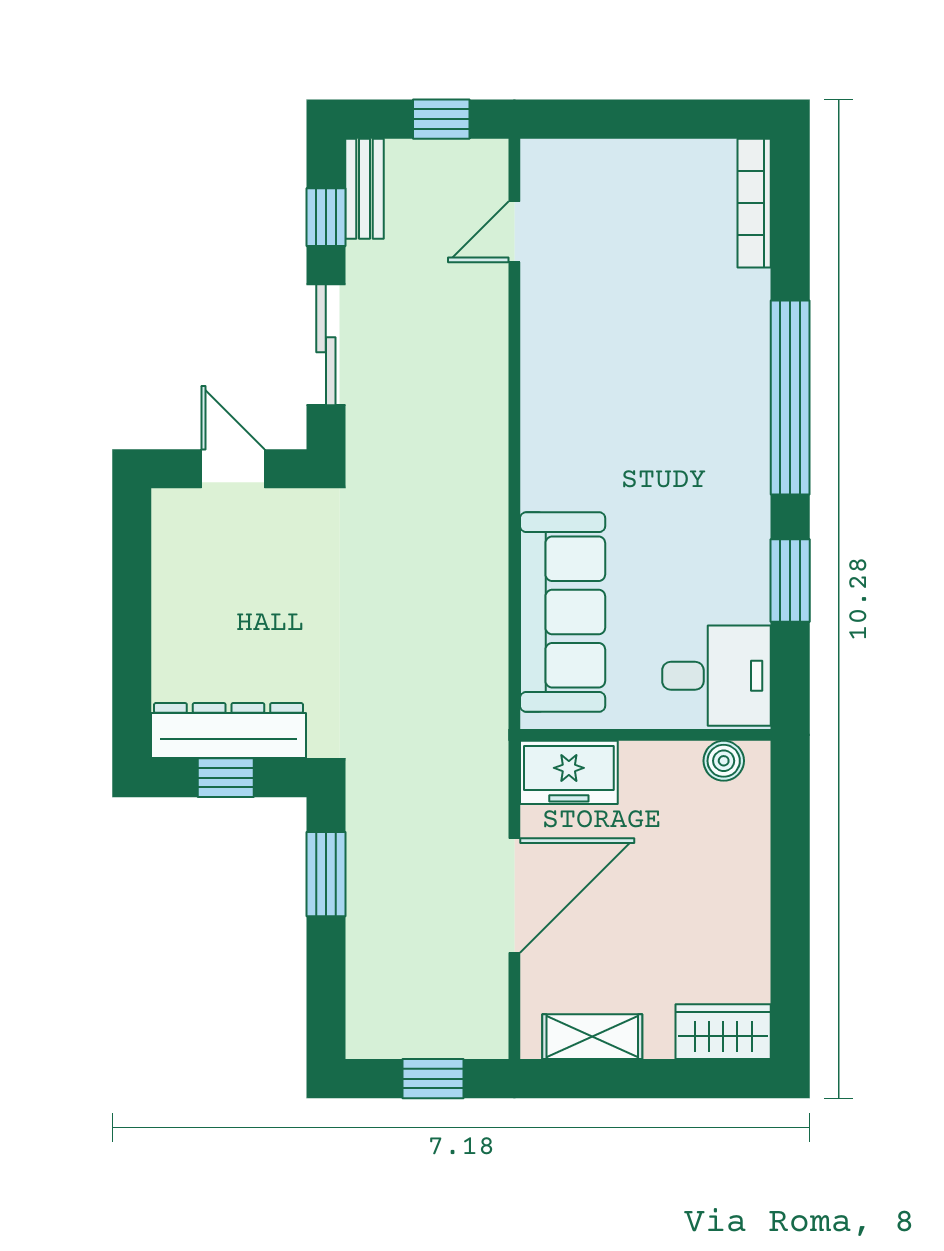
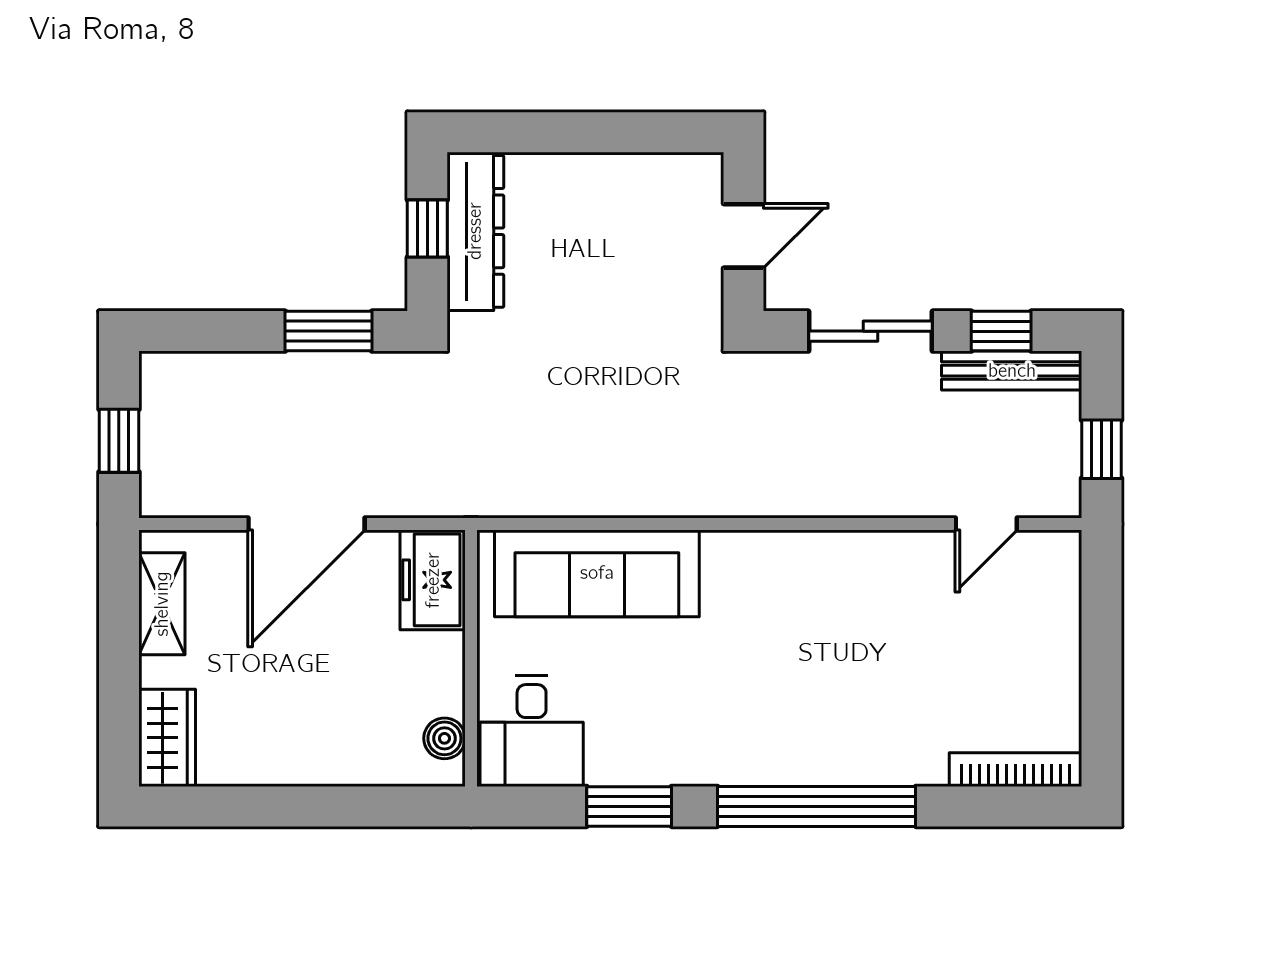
bench: (364, 189) -> (1012, 371), width x1.36
door: (514, 232) -> (986, 524), swing flipped
door: (514, 896) -> (307, 524), hinge flipped

